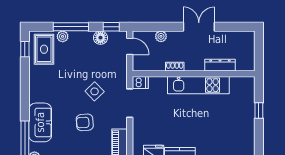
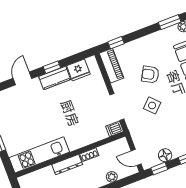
dresser: (220, 65) -> (67, 165), moved
kitchen unit: (198, 85) -> (39, 155), moved
armchair: (85, 122) -> (150, 75), turned -147

